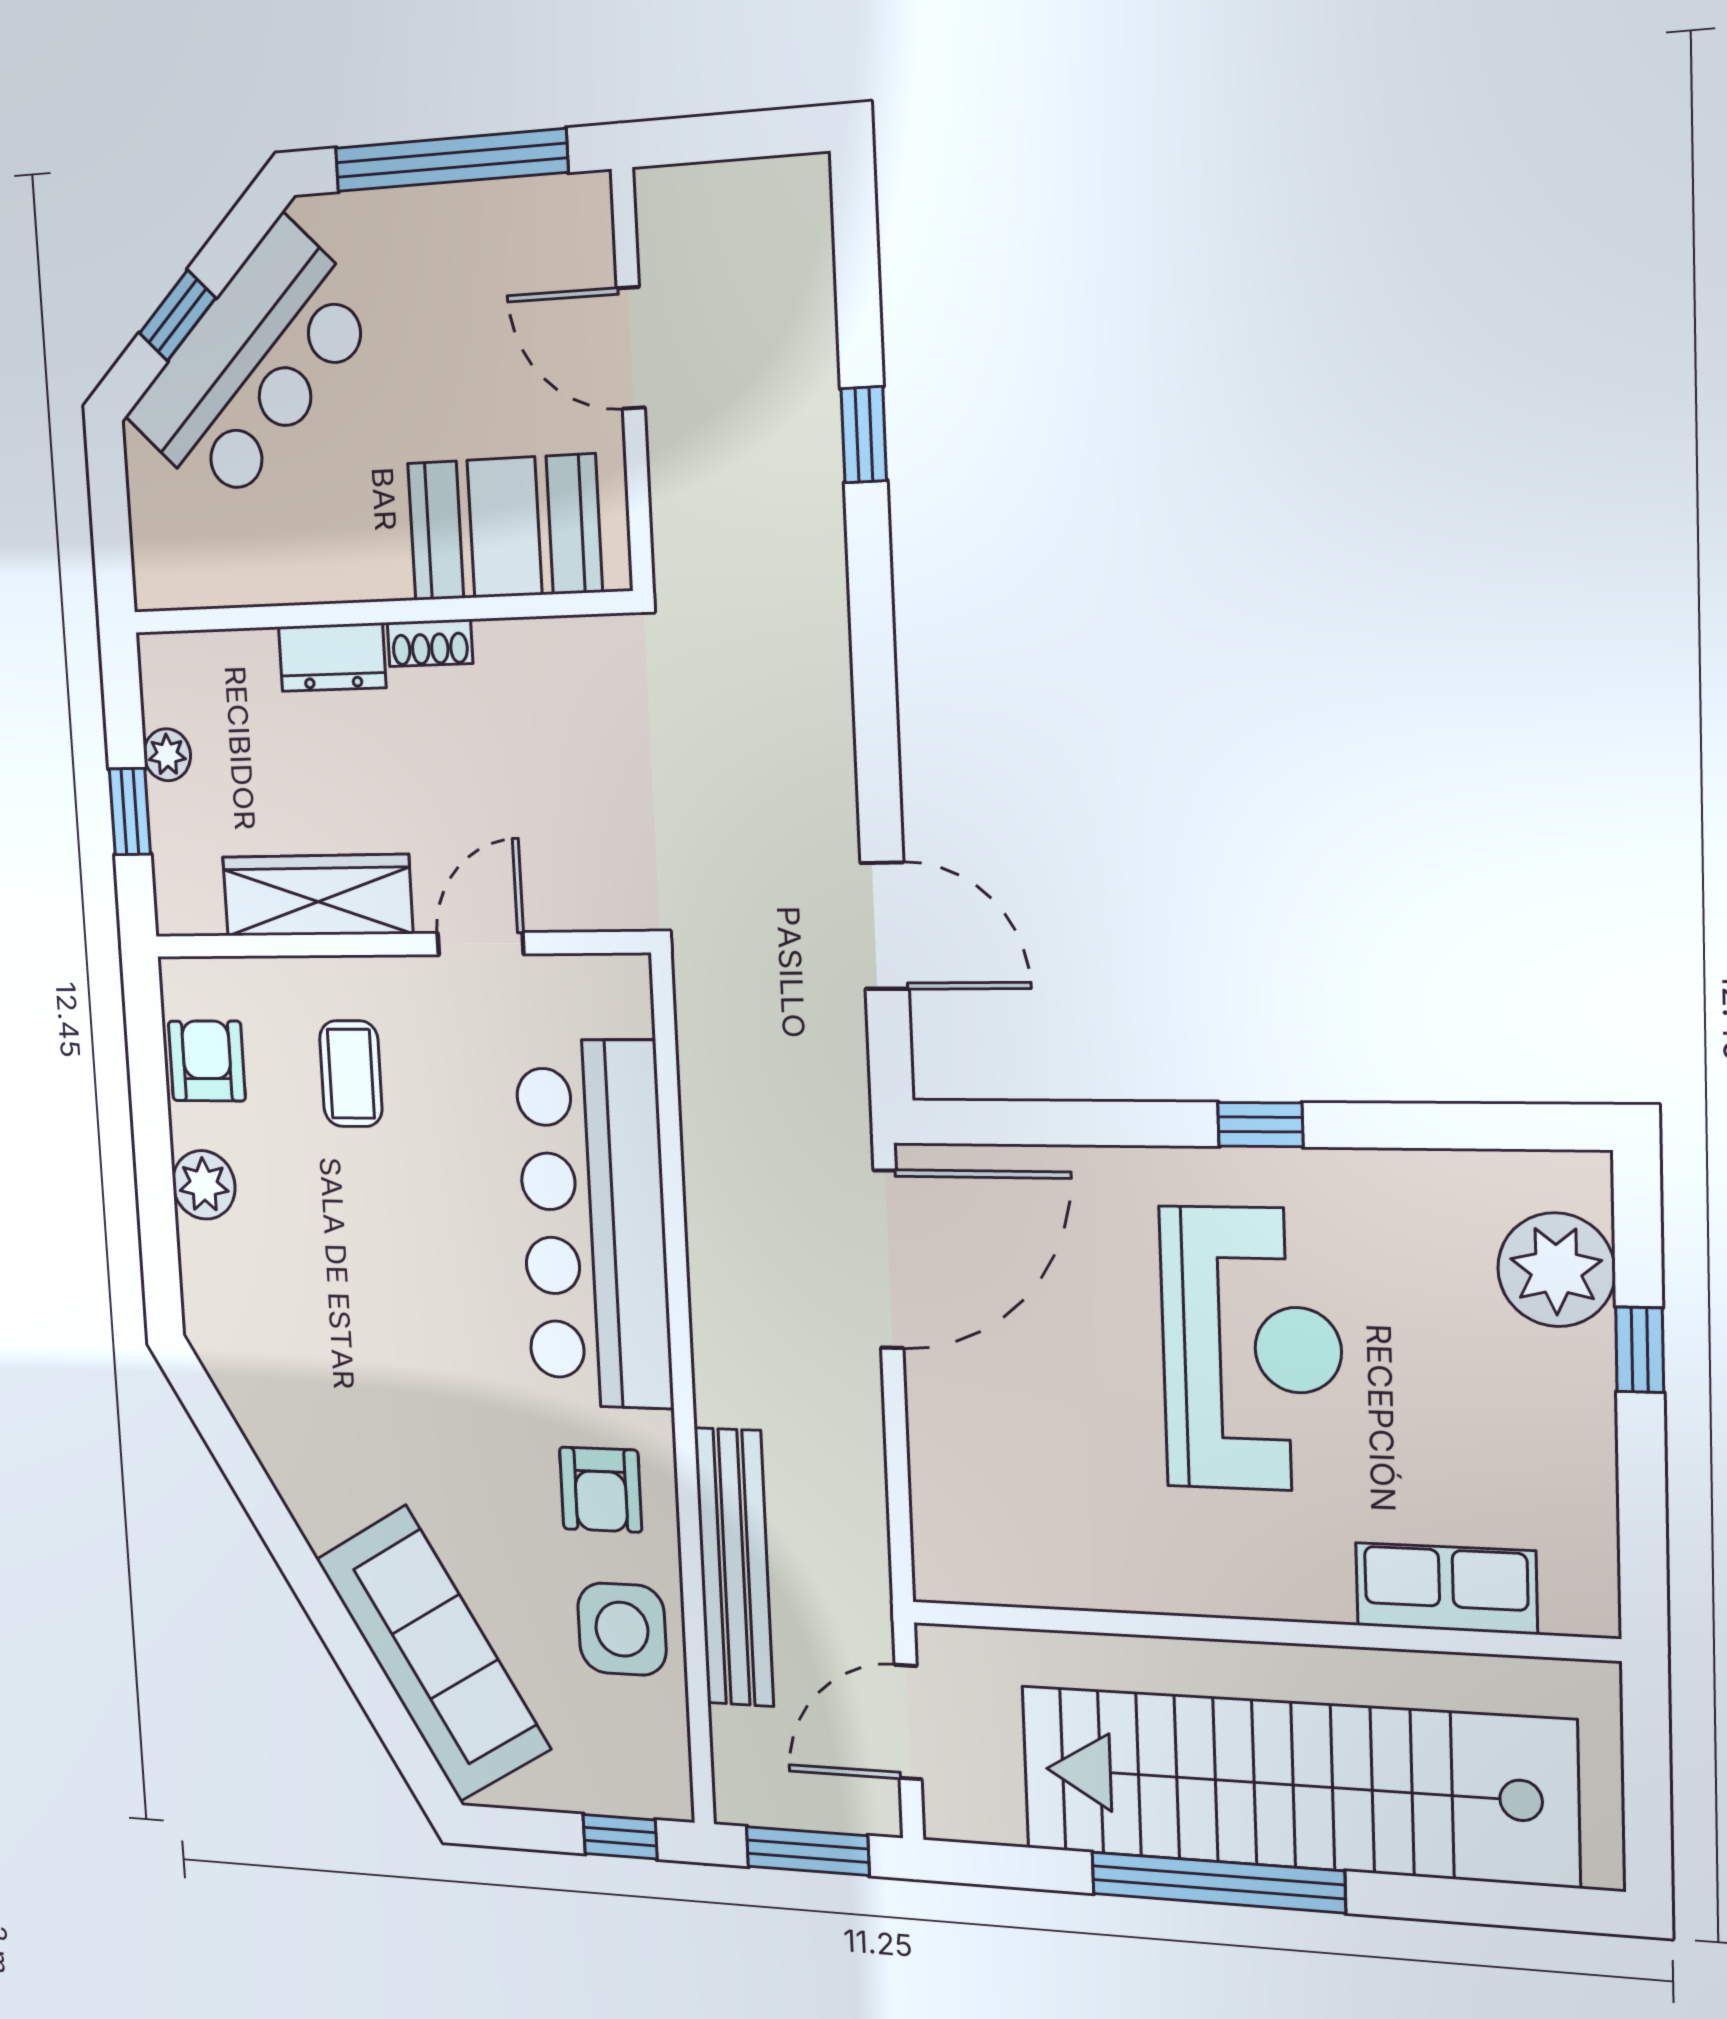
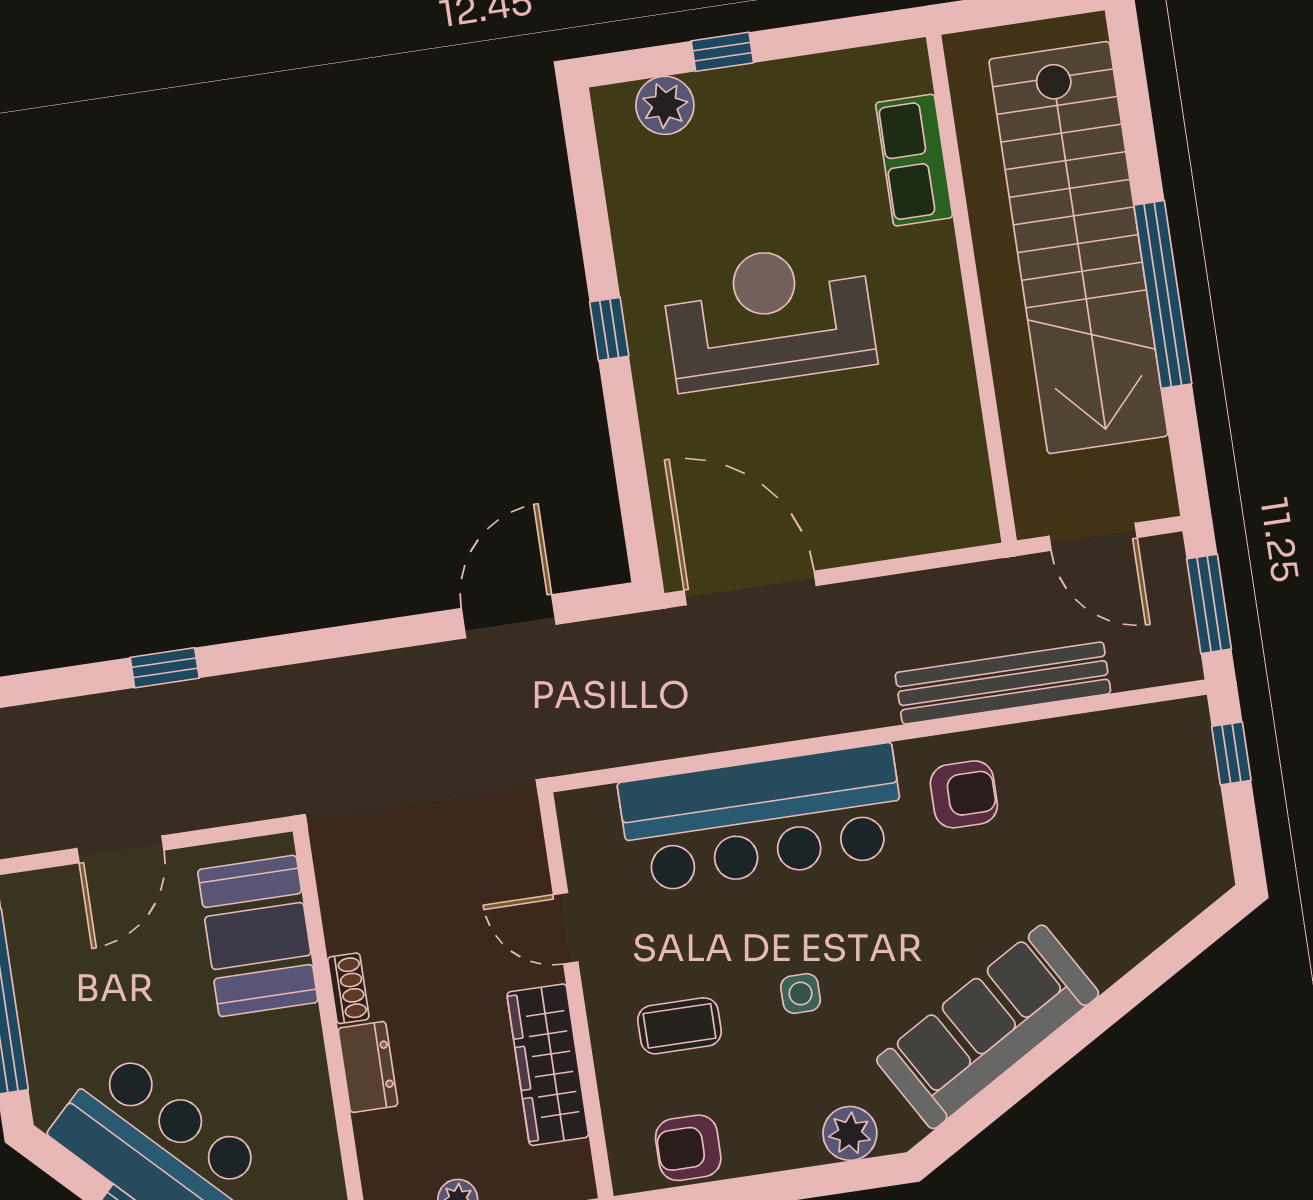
plant: (204, 1185) -> (850, 1133), moved
plant: (1556, 1270) -> (665, 105), width x0.73, depth x0.73
side table: (622, 1629) -> (801, 993), moved, width x0.54, depth x0.54
sofa: (433, 1654) -> (988, 1027), moved

